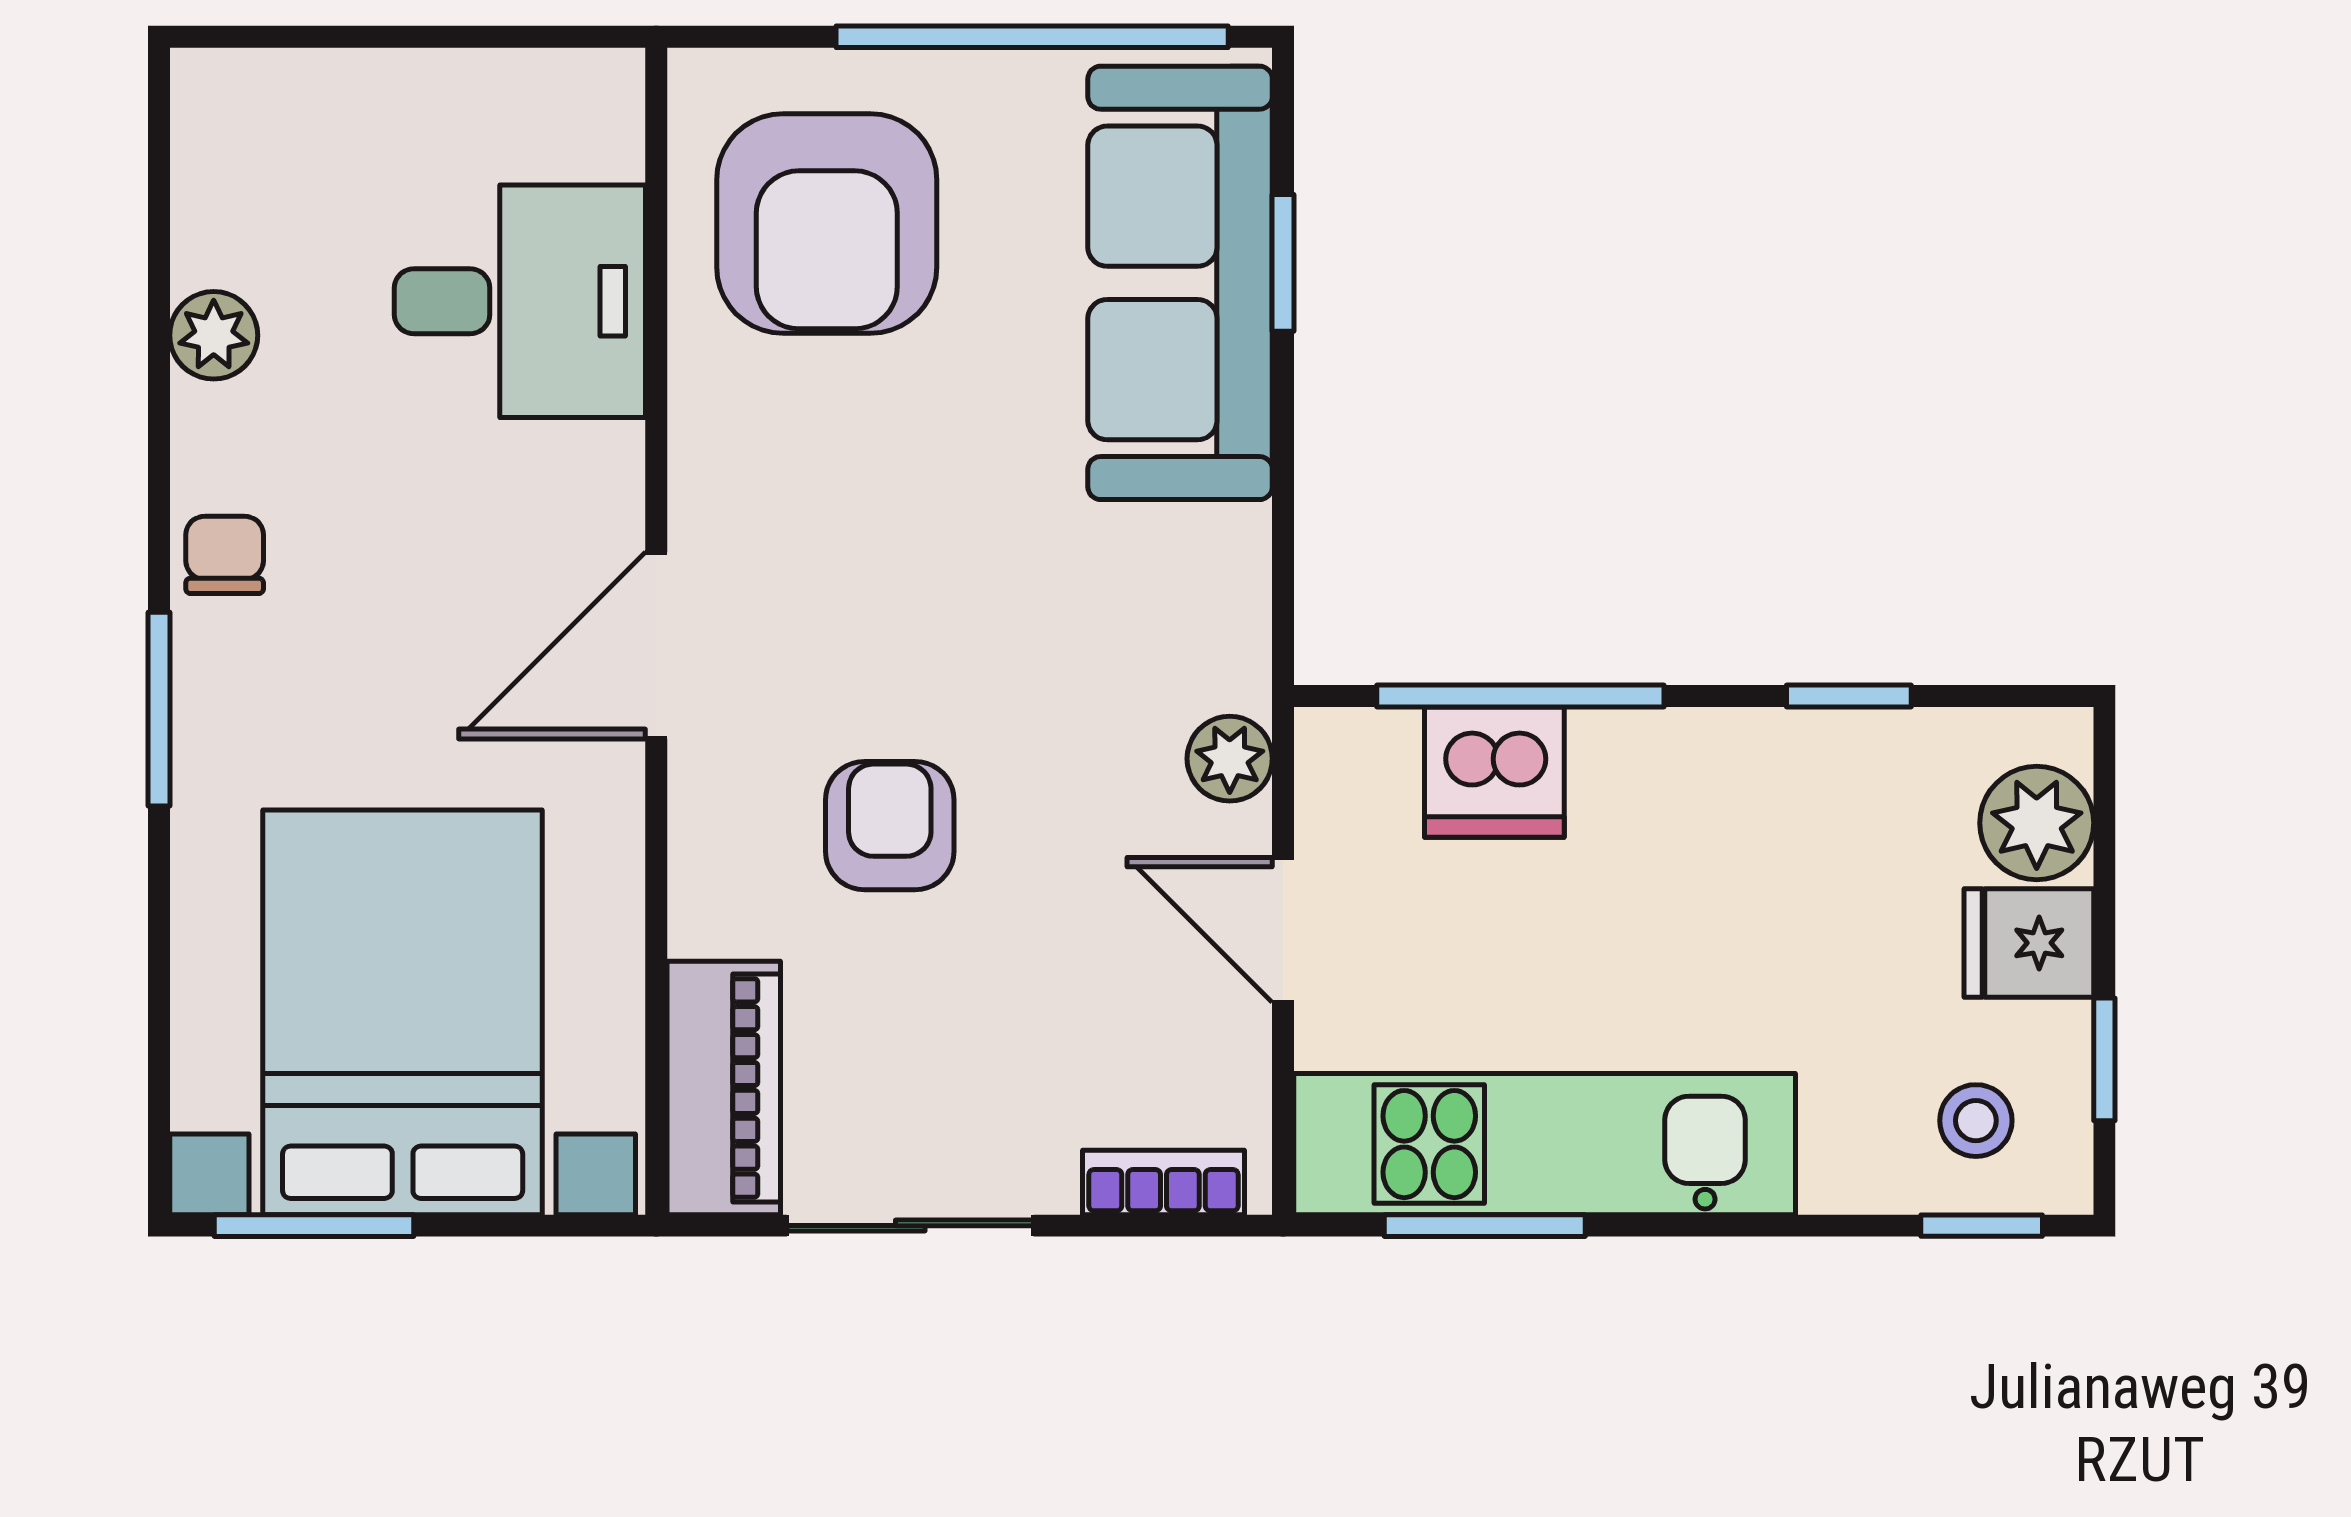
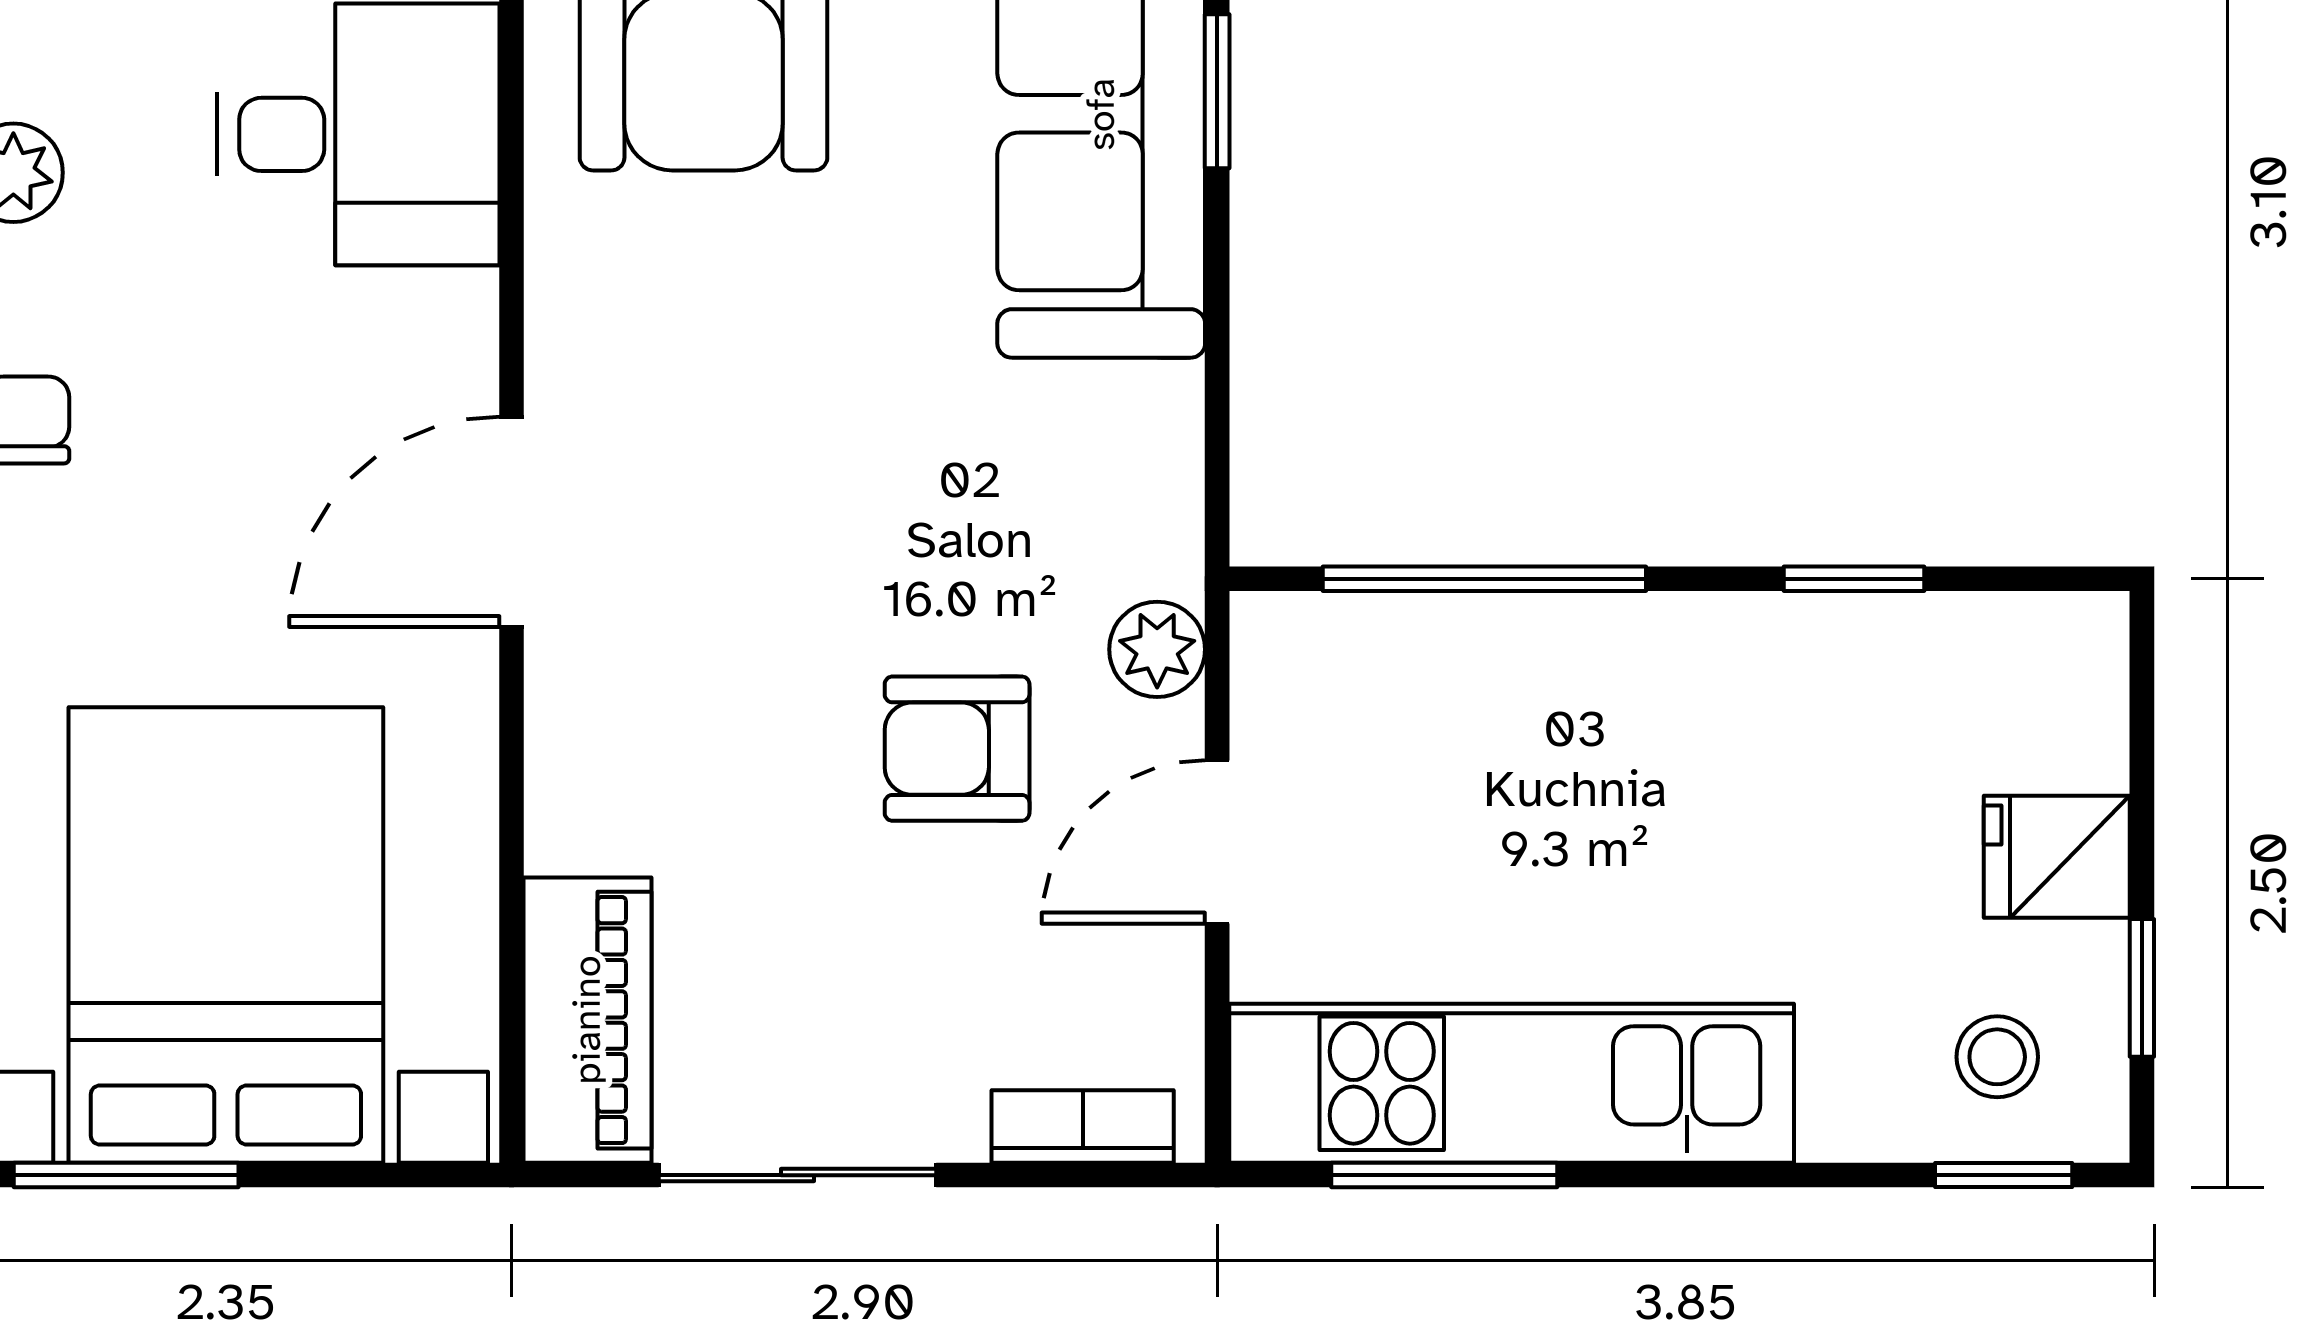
dishwasher: (1494, 772) -> (1455, 665), removed
plant: (2037, 823) -> (2066, 722), removed
armchair: (890, 826) -> (957, 749), moved, turned -90
door: (1283, 930) -> (1217, 842), hinge flipped

